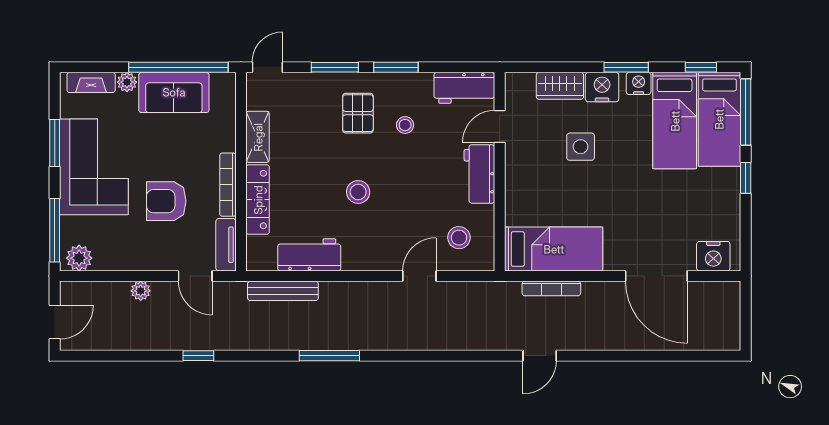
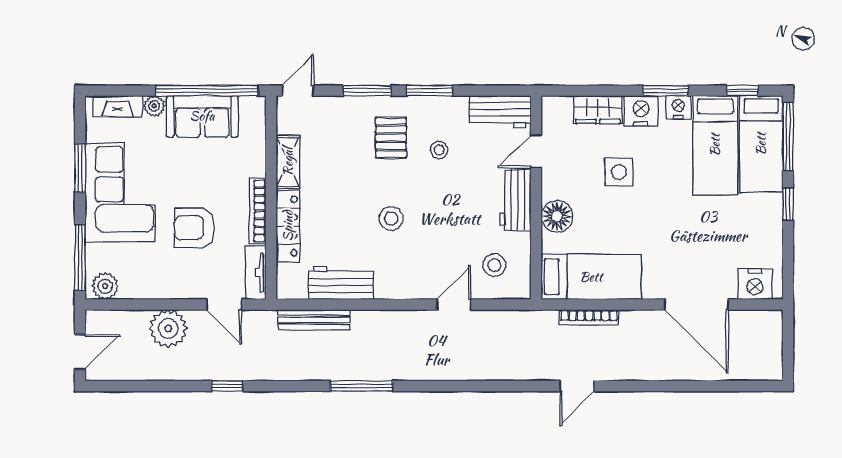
floor lamp: (520, 190) -> (557, 216), added
plant: (141, 291) -> (168, 328), width x1.88, depth x1.88

